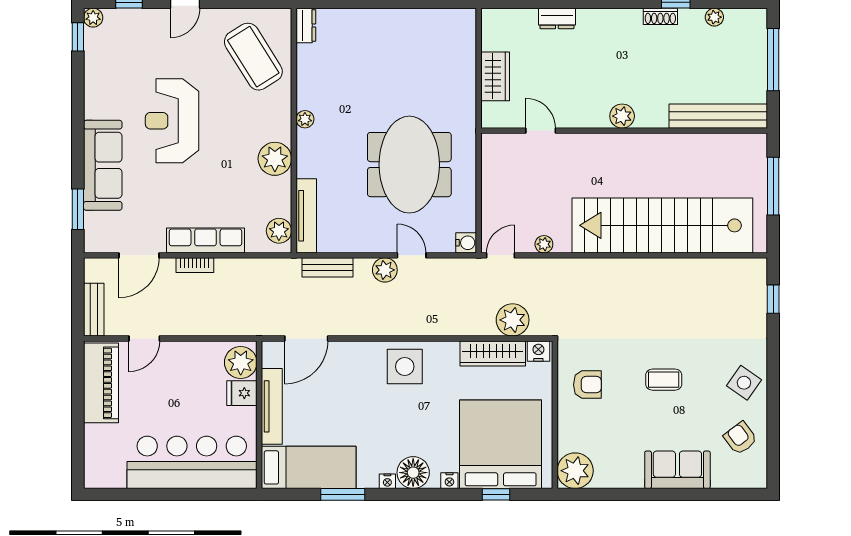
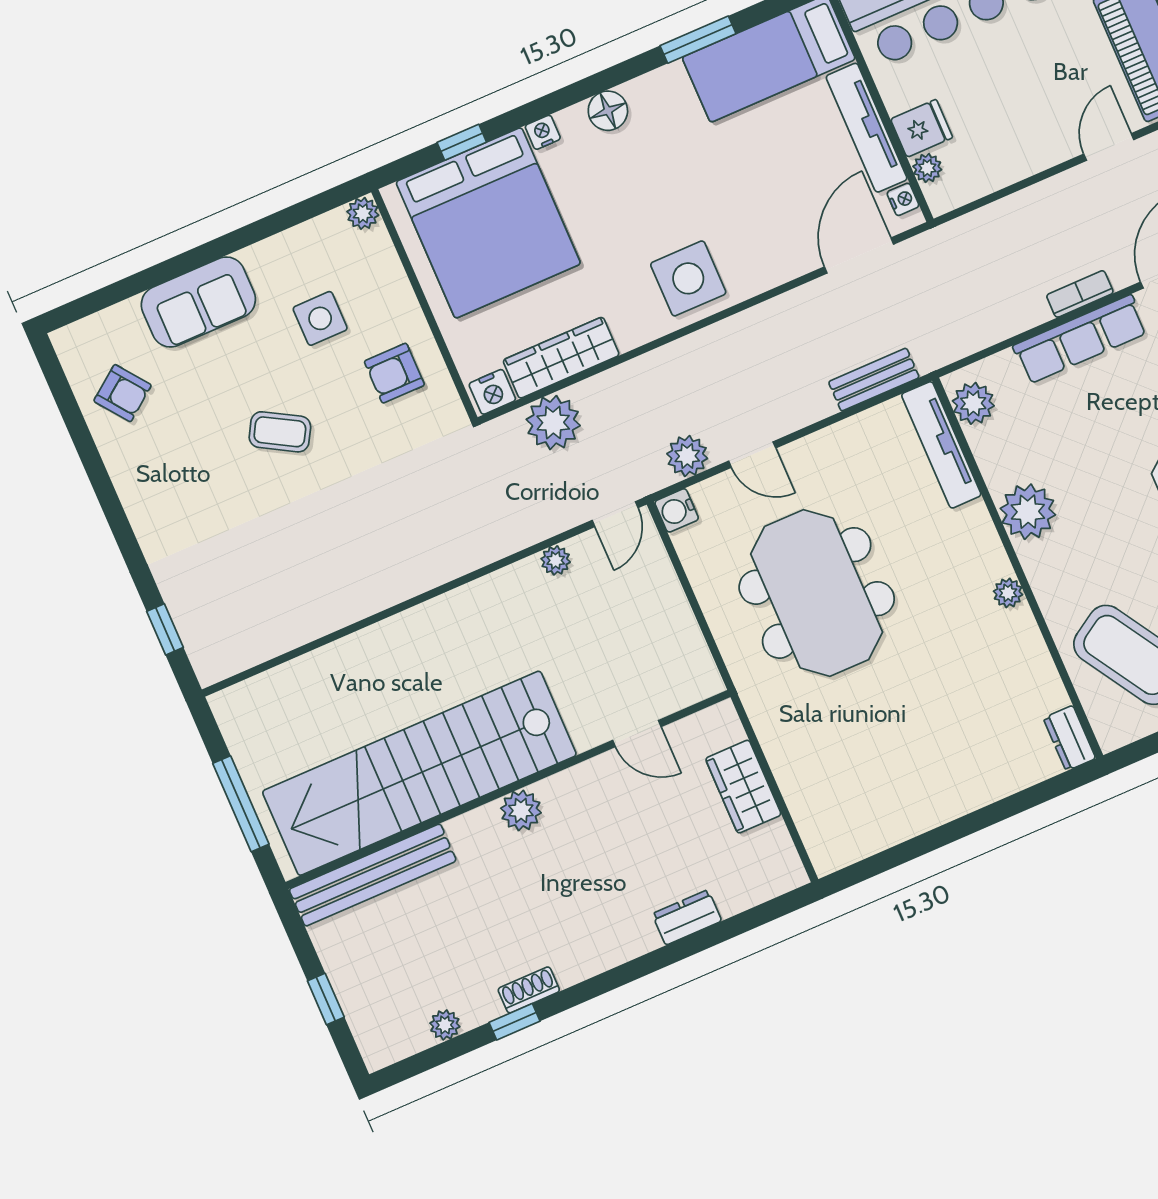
window: (773, 60) -> (326, 999), width x0.46
stairs: (662, 225) -> (419, 773), moved, turned 180
plant: (385, 270) -> (687, 456), moved
plant: (241, 362) -> (927, 168), width x0.53, depth x0.53
coffee table: (664, 380) -> (280, 432), turned 30
side table: (744, 383) -> (320, 318), moved, turned -35
plant: (575, 471) -> (363, 213), width x0.53, depth x0.53
floor lamp: (413, 473) -> (608, 111), width x0.73, depth x0.73
nightstand: (387, 481) -> (903, 199), moved, turned 90

